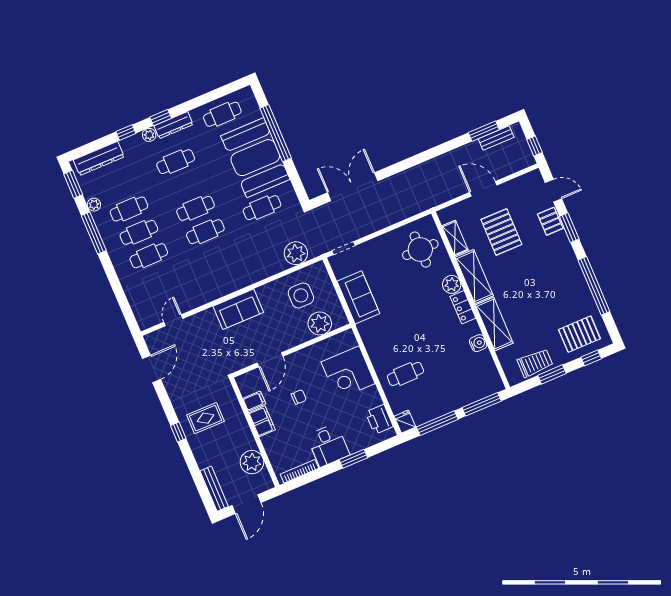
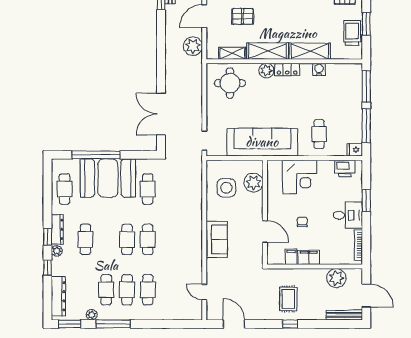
pallet: (501, 232) -> (243, 16), width x0.67, depth x0.71
plant: (296, 253) -> (193, 46), moved
sofa: (358, 297) -> (262, 142), width x1.85, depth x1.27

